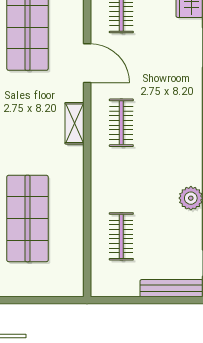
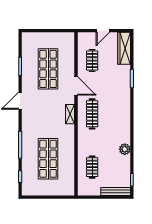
clothes rail: (121, 123) -> (92, 114), width x1.36

